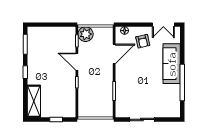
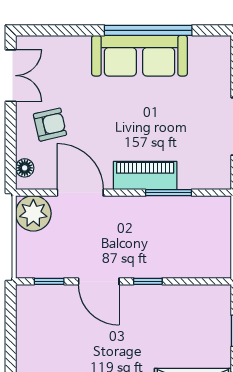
plant: (86, 34) -> (33, 213), moved
door: (77, 62) -> (99, 281), hinge flipped
sofa: (172, 64) -> (140, 56), moved
piano: (121, 81) -> (145, 175), added

